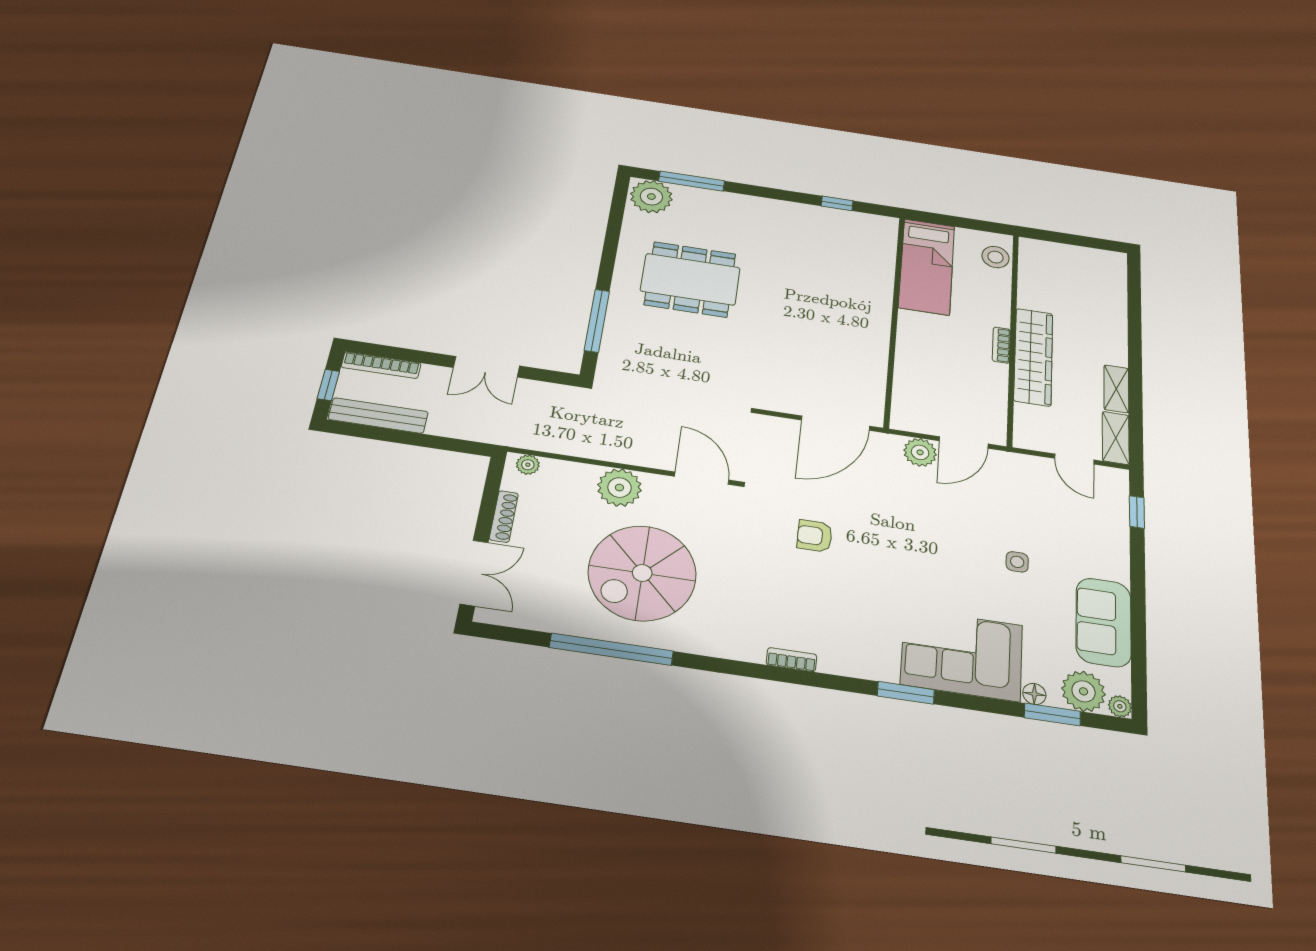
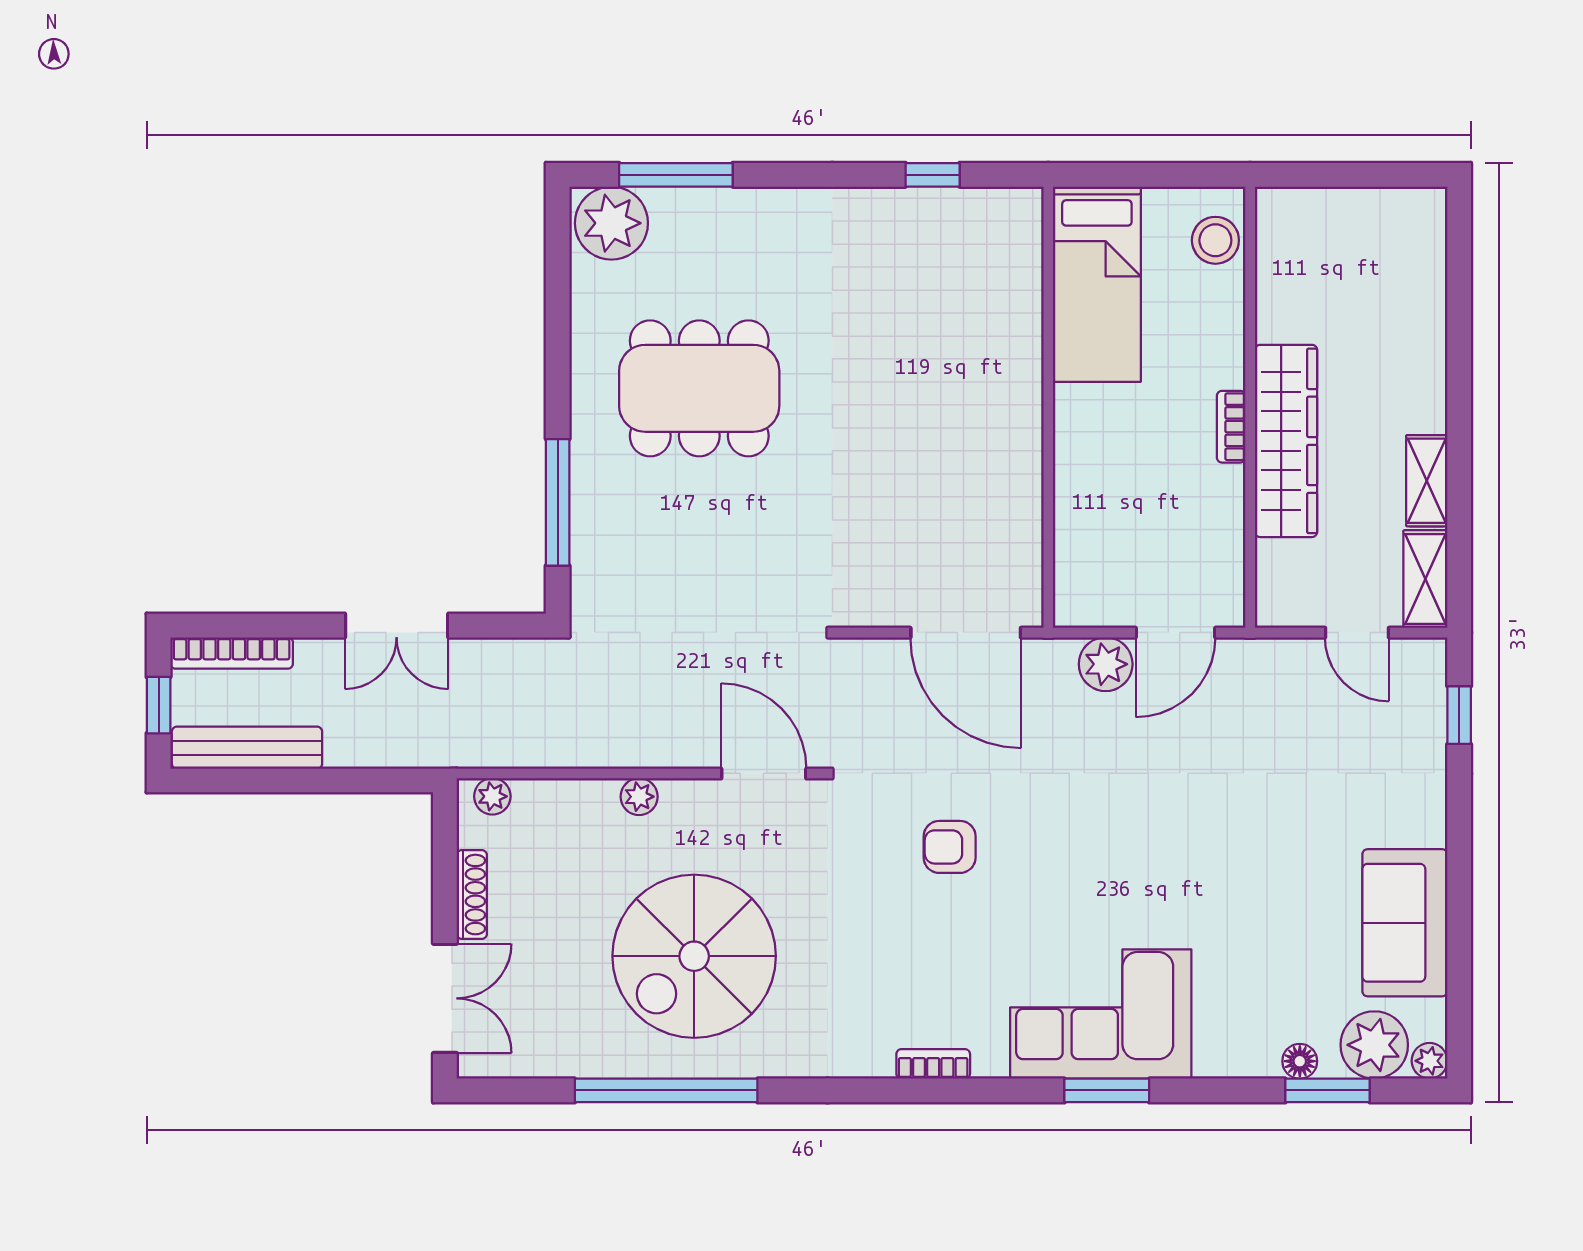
door: (835, 423) -> (966, 633), hinge flipped
plant: (619, 488) -> (639, 797), width x0.53, depth x0.53
side table: (1017, 562) -> (1268, 839), removed
corner sofa: (962, 655) -> (1101, 1014), moved

